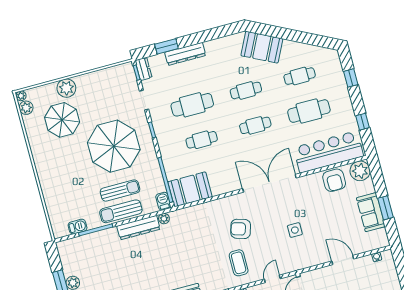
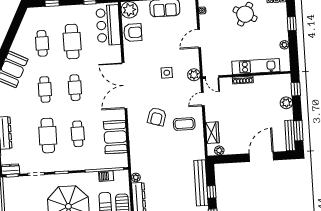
bar counter: (328, 152) -> (108, 25), width x0.73
booth: (190, 189) -> (115, 137), moved
barbecue: (163, 201) -> (106, 176), moved
plant: (299, 263) -> (194, 75), added
door: (272, 279) -> (203, 99), hinge flipped

